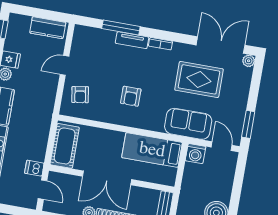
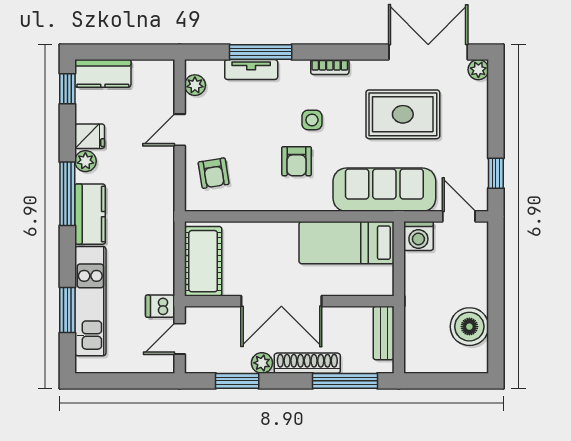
kitchen counter: (48, 28) -> (103, 73), moved
plant: (78, 40) -> (195, 85), added
tv unit: (132, 40) -> (251, 70), moved
side table: (144, 73) -> (312, 120), added
sofa: (188, 124) -> (384, 190), width x1.36
window: (248, 124) -> (496, 173), width x0.67
door: (43, 190) -> (180, 339), swing flipped

